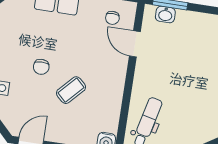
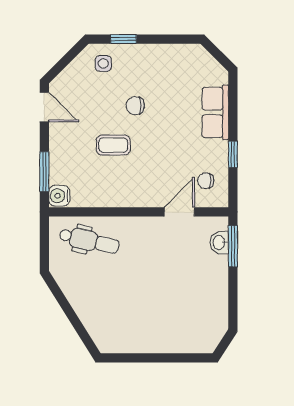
coffee table: (71, 90) -> (113, 145), turned -43

